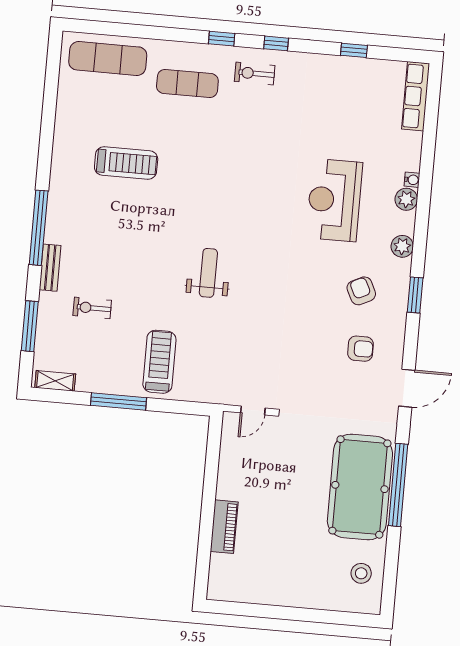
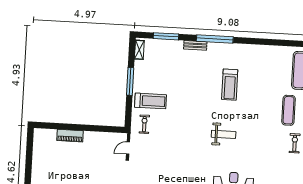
treadmill: (126, 163) -> (230, 85), moved
weight bench: (208, 273) -> (224, 134), moved
exercise bike: (92, 308) -> (144, 124), moved
door: (253, 410) -> (128, 148), hinge flipped

